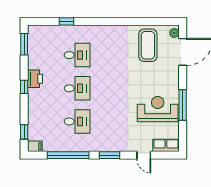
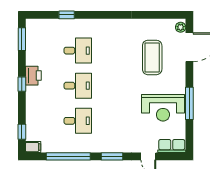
coffee table: (148, 45) -> (152, 57), moved
reception desk: (158, 109) -> (163, 108), turned 180

